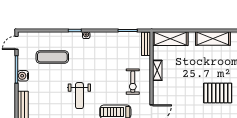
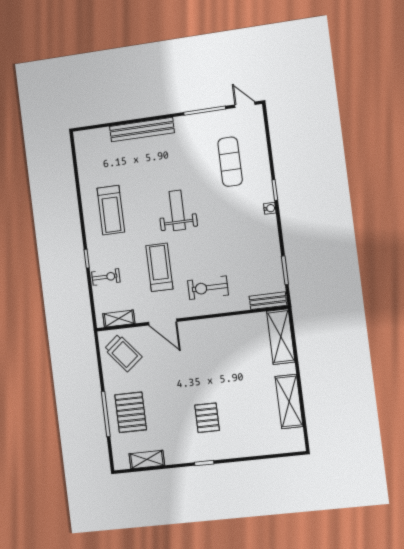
shelving: (157, 70) -> (230, 323), removed
water cooler: (23, 76) -> (196, 122), removed
pallet: (218, 93) -> (207, 418), width x0.67, depth x0.71
weight bench: (79, 96) -> (177, 210), turned 90

